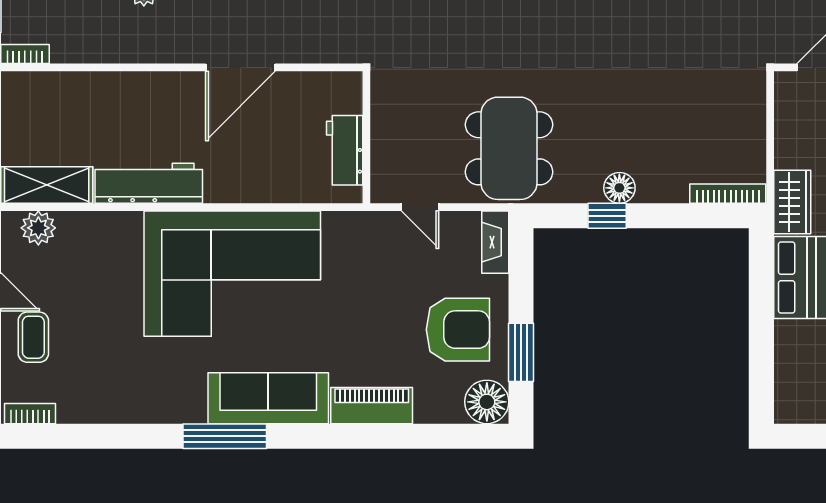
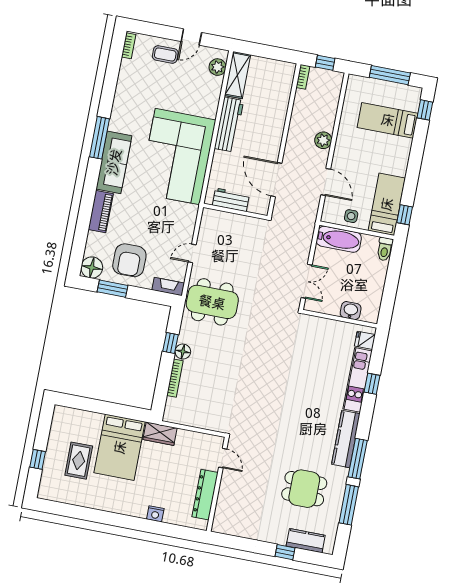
wall: (366, 137) -> (235, 212), moved
workbench: (345, 150) -> (231, 200), moved
bookcase: (728, 194) -> (175, 378), moved

